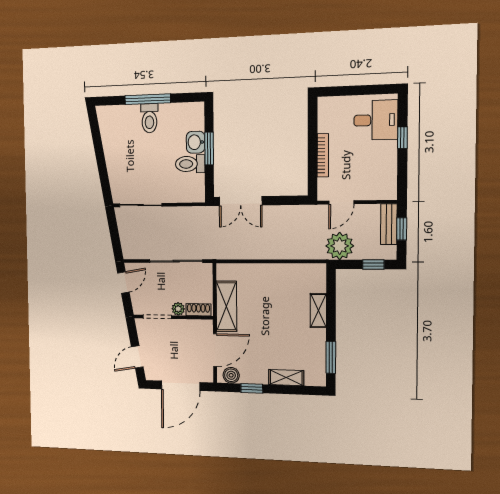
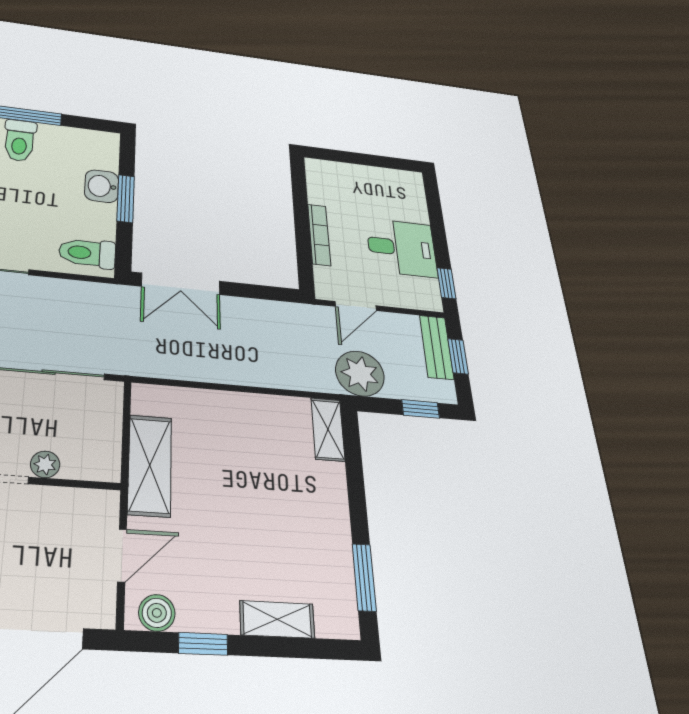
desk: (376, 120) -> (402, 248), moved
window: (402, 138) -> (446, 283), moved
toilet: (190, 164) -> (87, 253), moved
shoe rack: (198, 310) -> (90, 469), removed
shelving: (318, 311) -> (328, 429), moved
door: (215, 350) -> (122, 555), width x0.73

